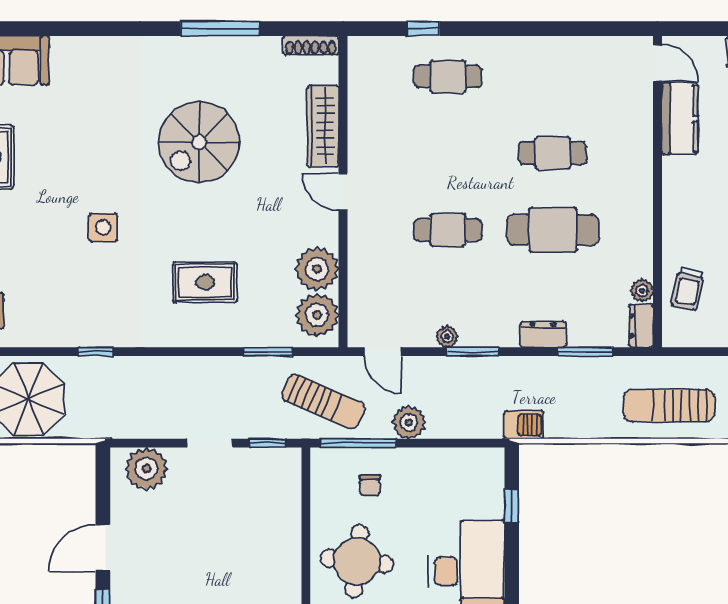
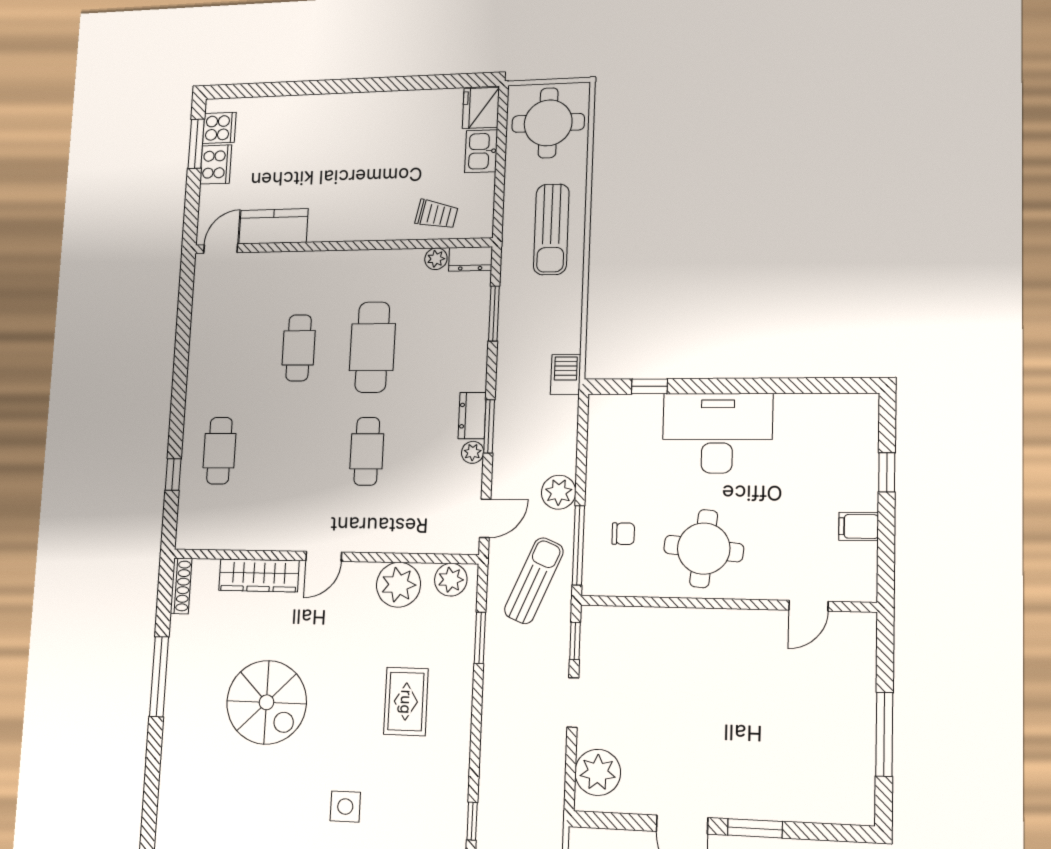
plant: (317, 315) -> (451, 580), width x0.73, depth x0.73
dresser: (543, 334) -> (472, 416), moved

